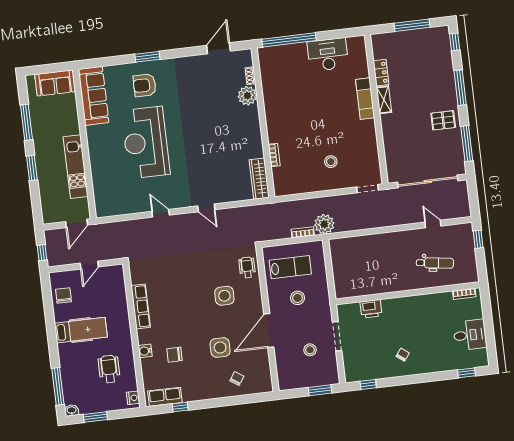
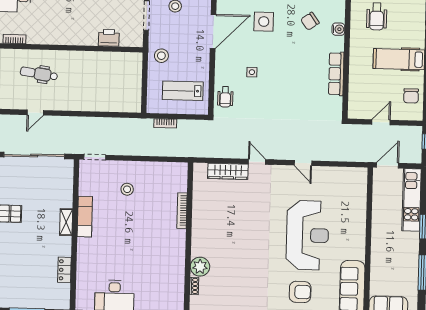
exam couch: (365, 99) -> (85, 217), moved
shelving: (384, 100) -> (66, 222), moved
bookcase: (274, 155) -> (182, 211), width x1.56
kitchen unit: (76, 167) -> (412, 200), moved, turned 180
wardrobe: (259, 179) -> (228, 171), moved, turned 90
plant: (324, 224) -> (143, 128), removed
door: (433, 224) -> (35, 113), hinge flipped
side table: (224, 296) -> (252, 72), width x0.54, depth x0.54
stool: (298, 298) -> (161, 56), moved
chair: (174, 355) -> (310, 21), turned 145

